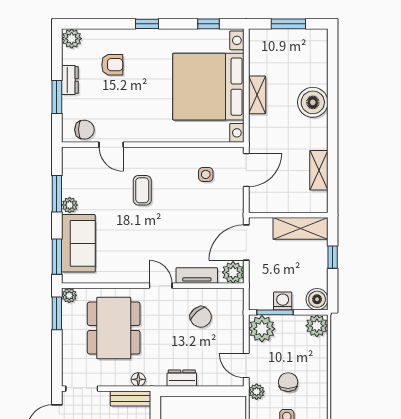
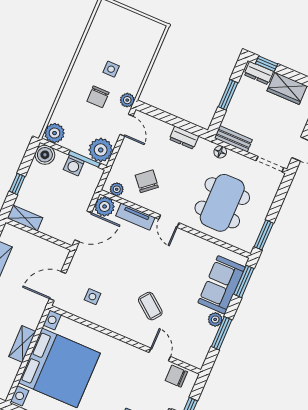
coffee table: (142, 190) -> (150, 306), turned -52
shelving: (301, 228) -> (25, 218), width x0.67, depth x0.75
plant: (69, 295) -> (117, 189), moved

